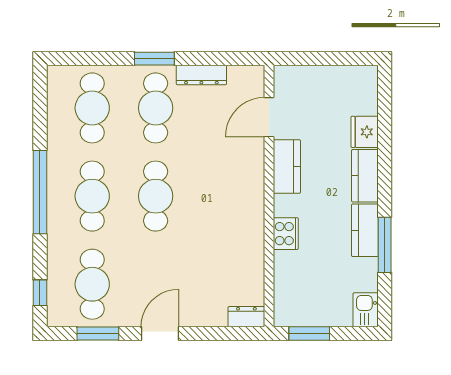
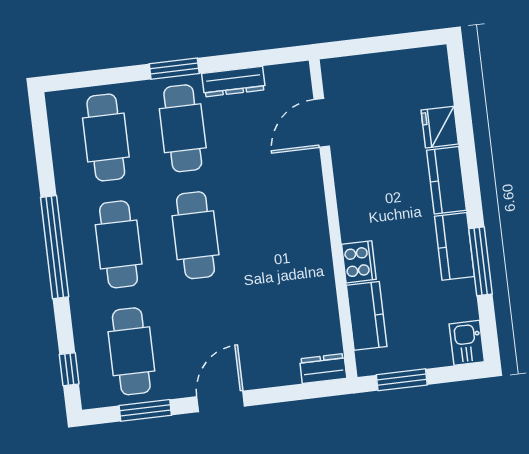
kitchen counter: (287, 167) -> (367, 316), moved

